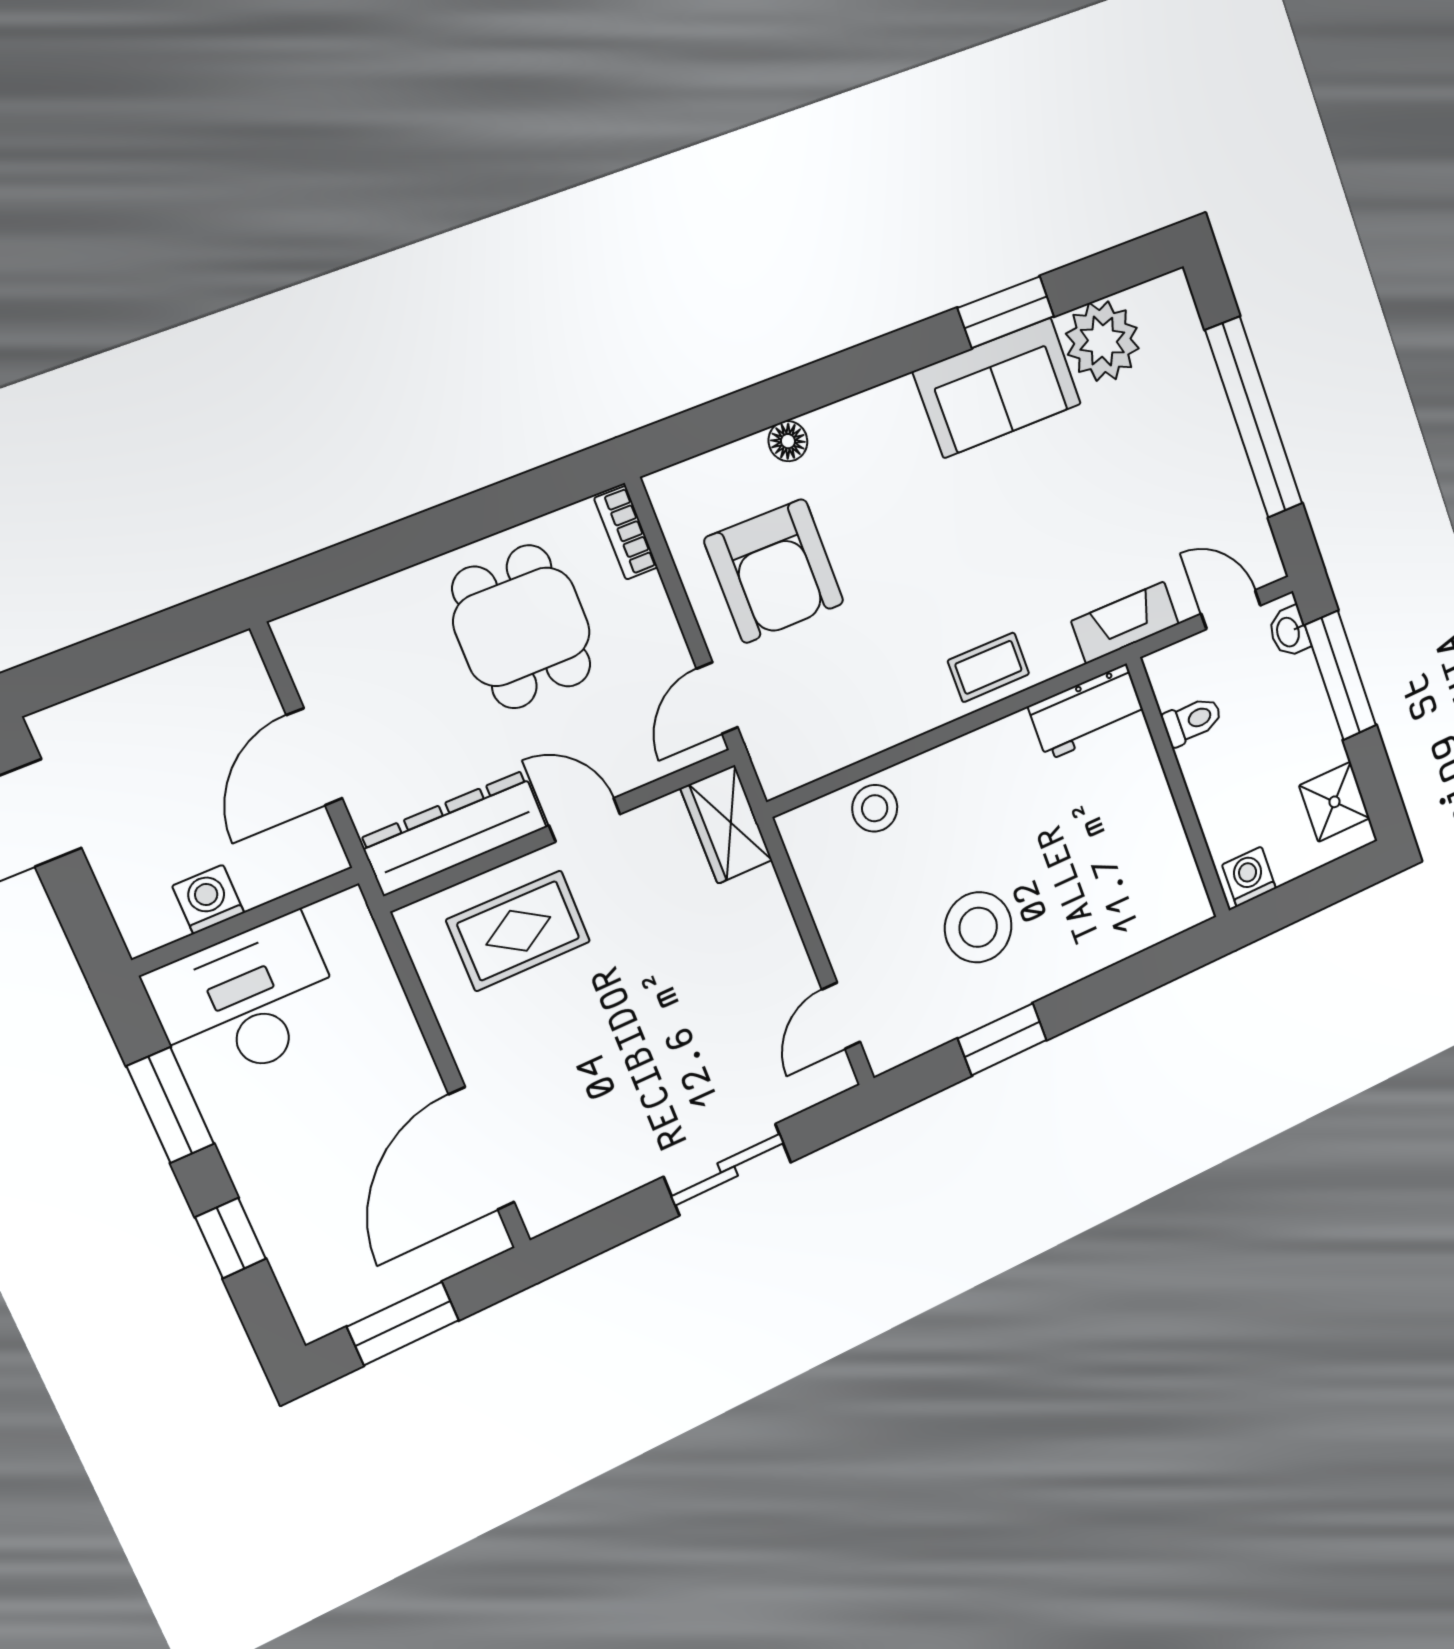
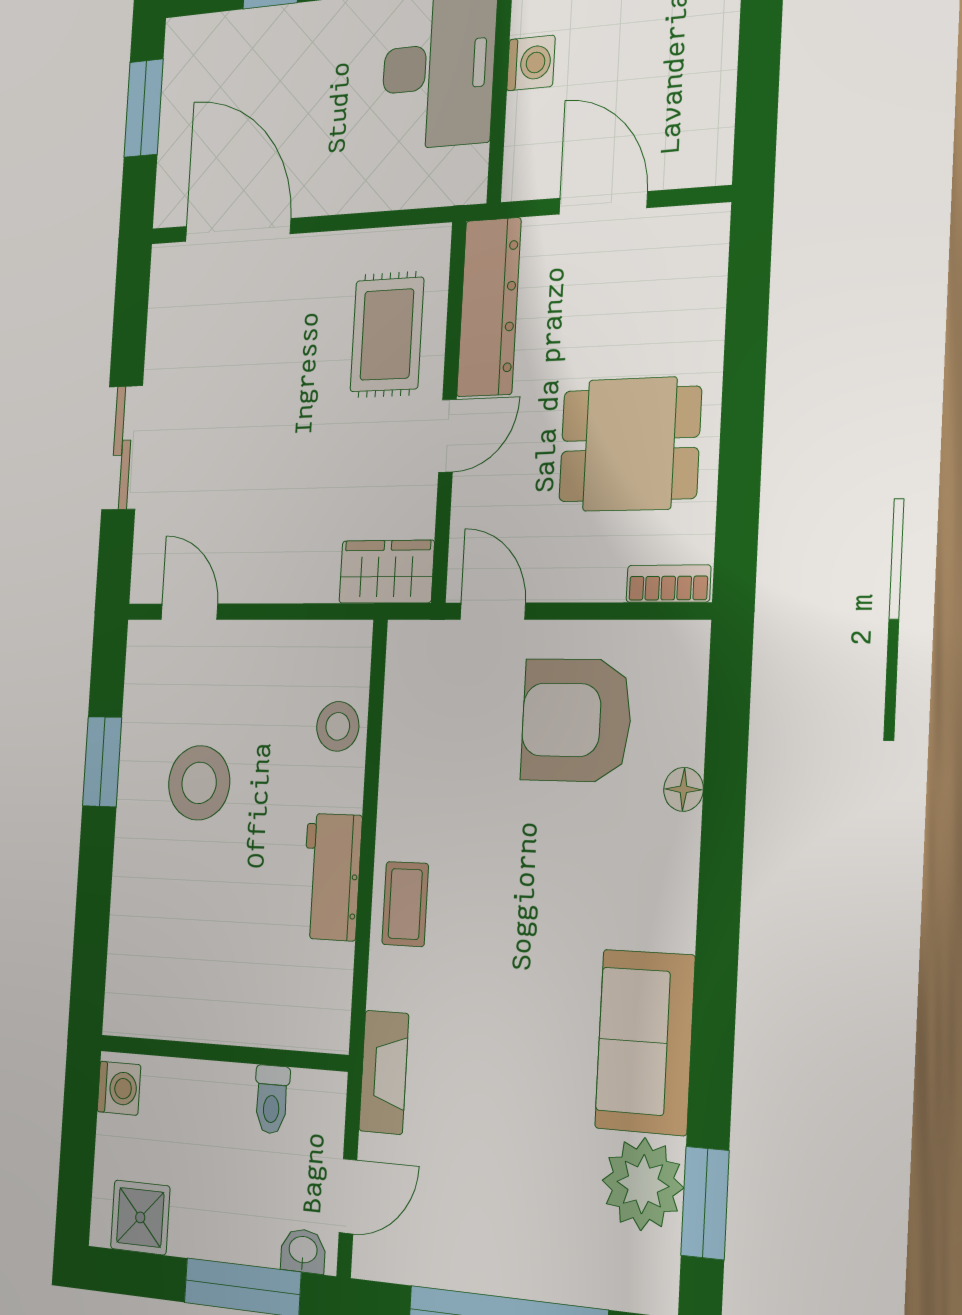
window: (1006, 312) -> (705, 1203), moved
workbench: (1087, 712) -> (332, 877), moved

